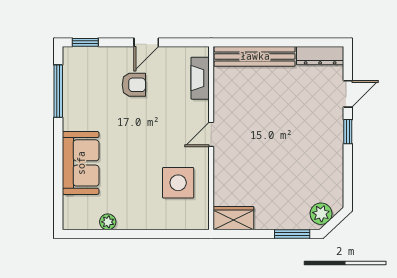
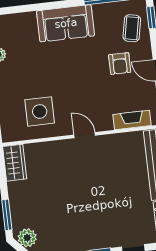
coffee table: (95, 66) -> (132, 28), added
sofa: (81, 163) -> (66, 23), moved

